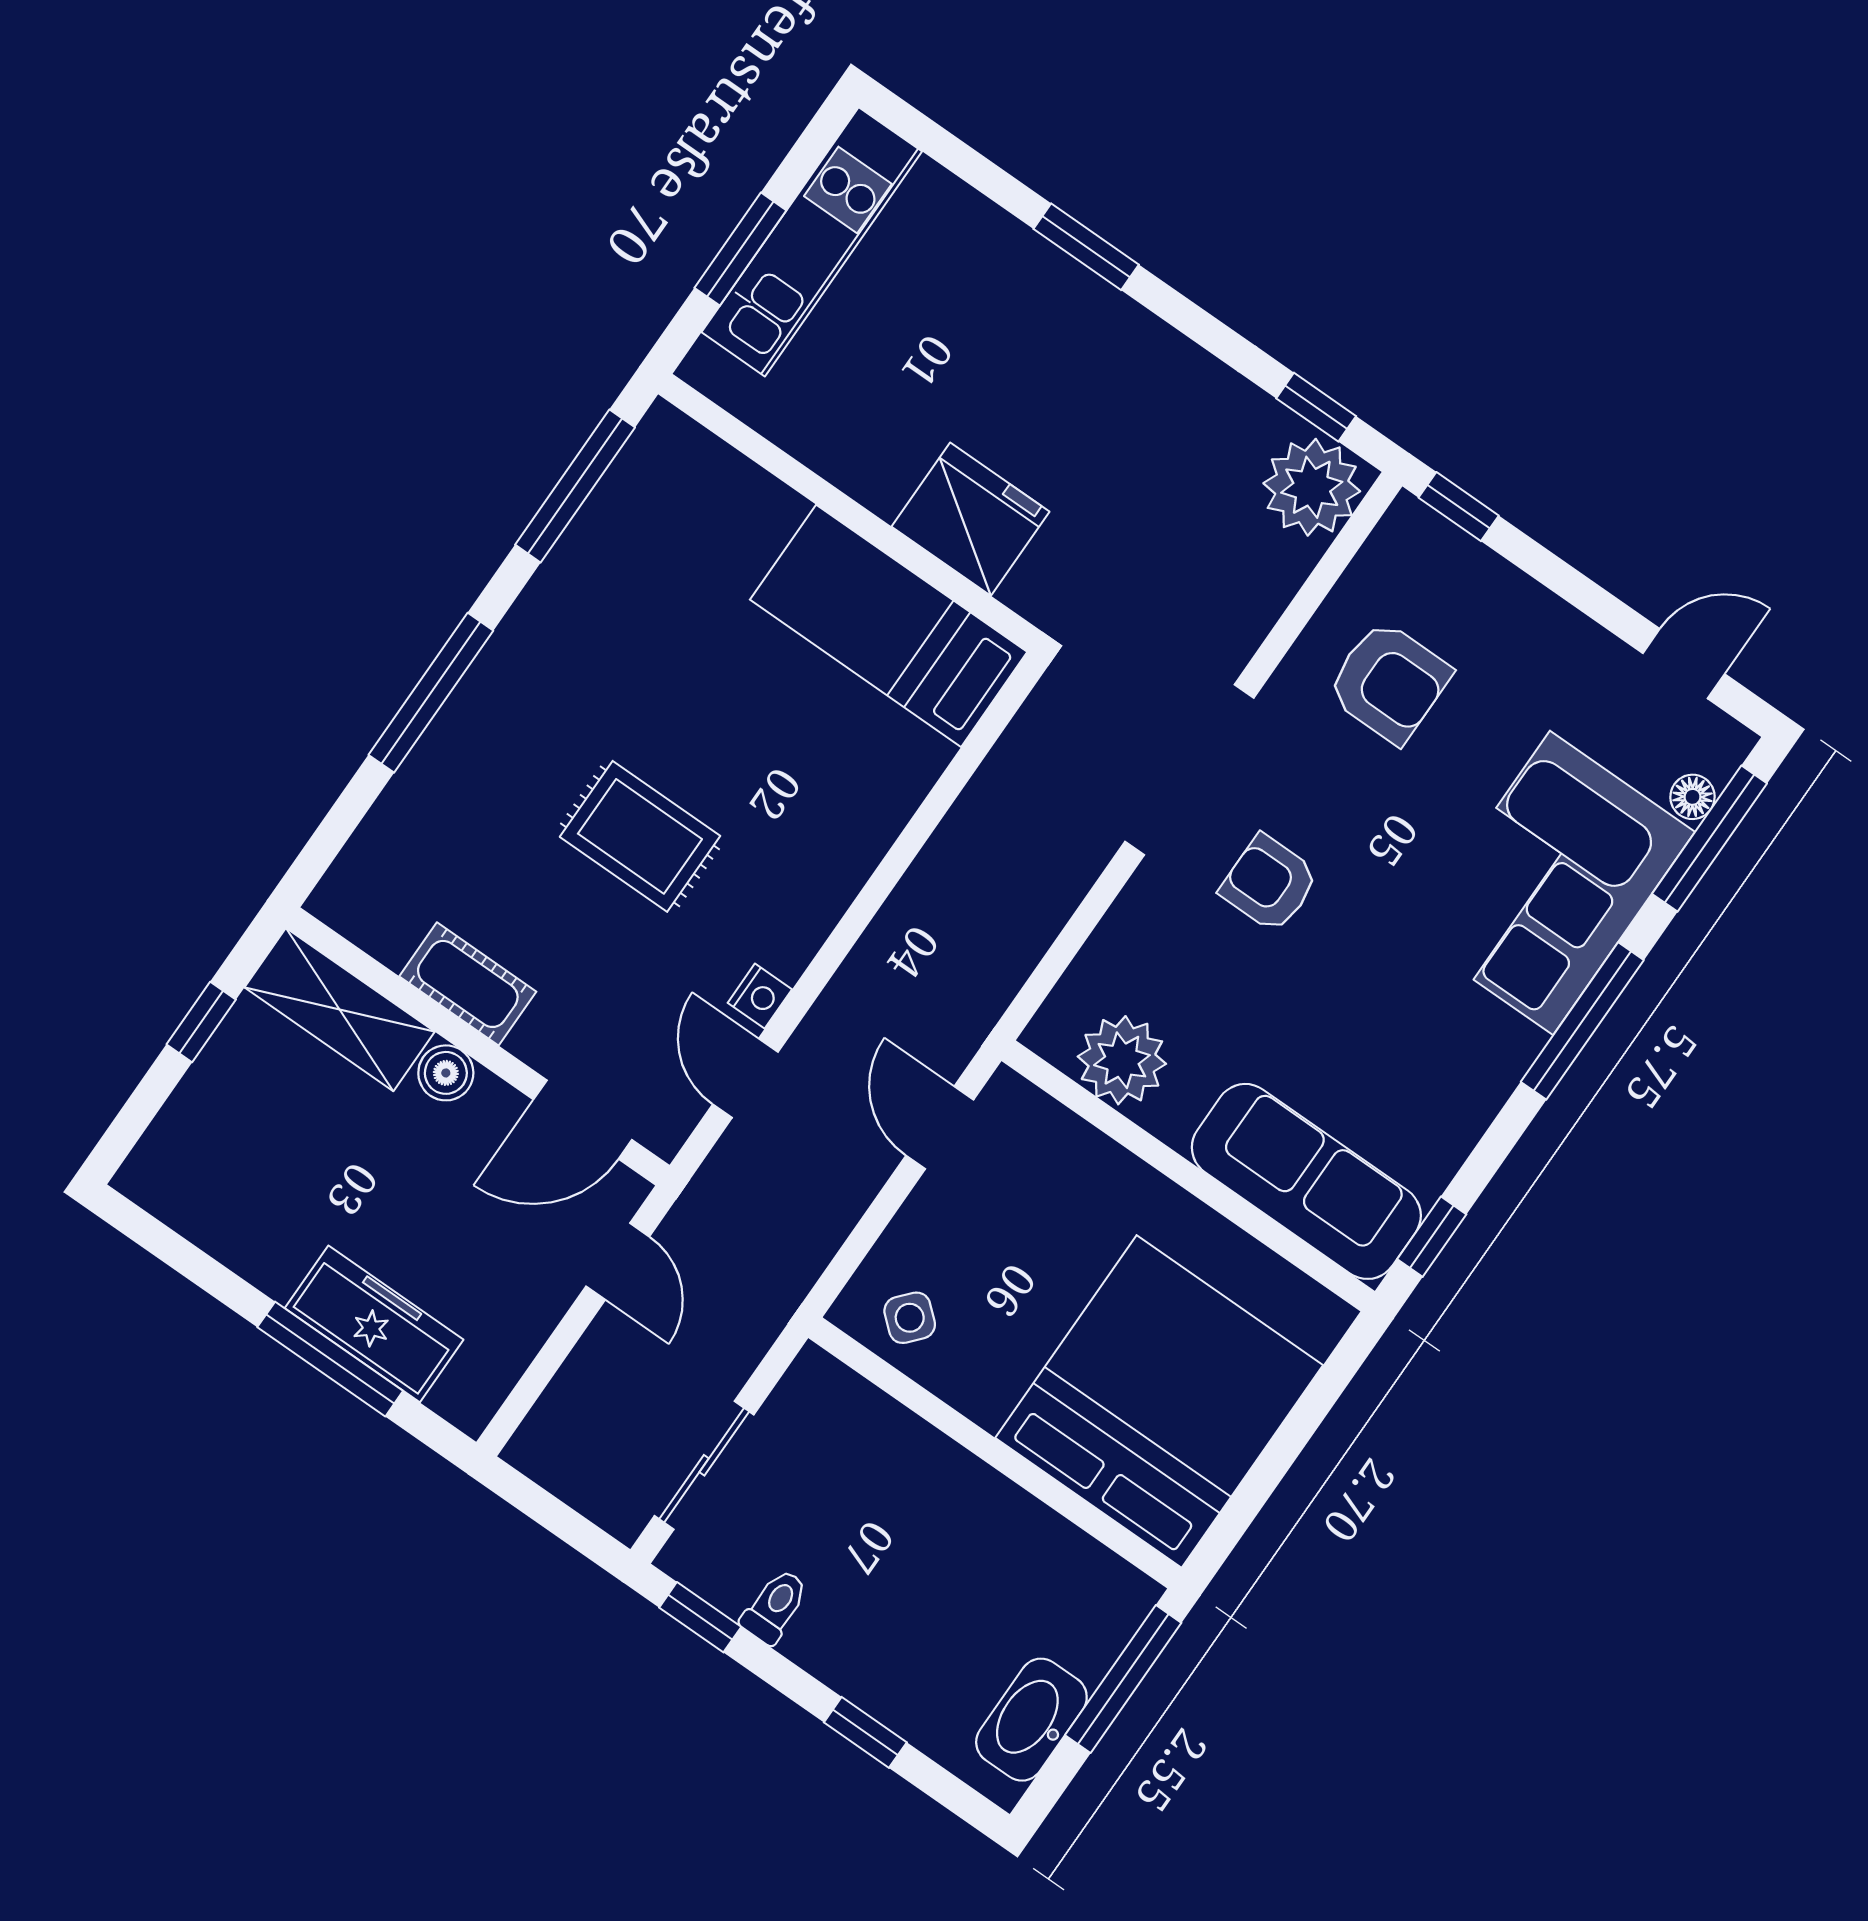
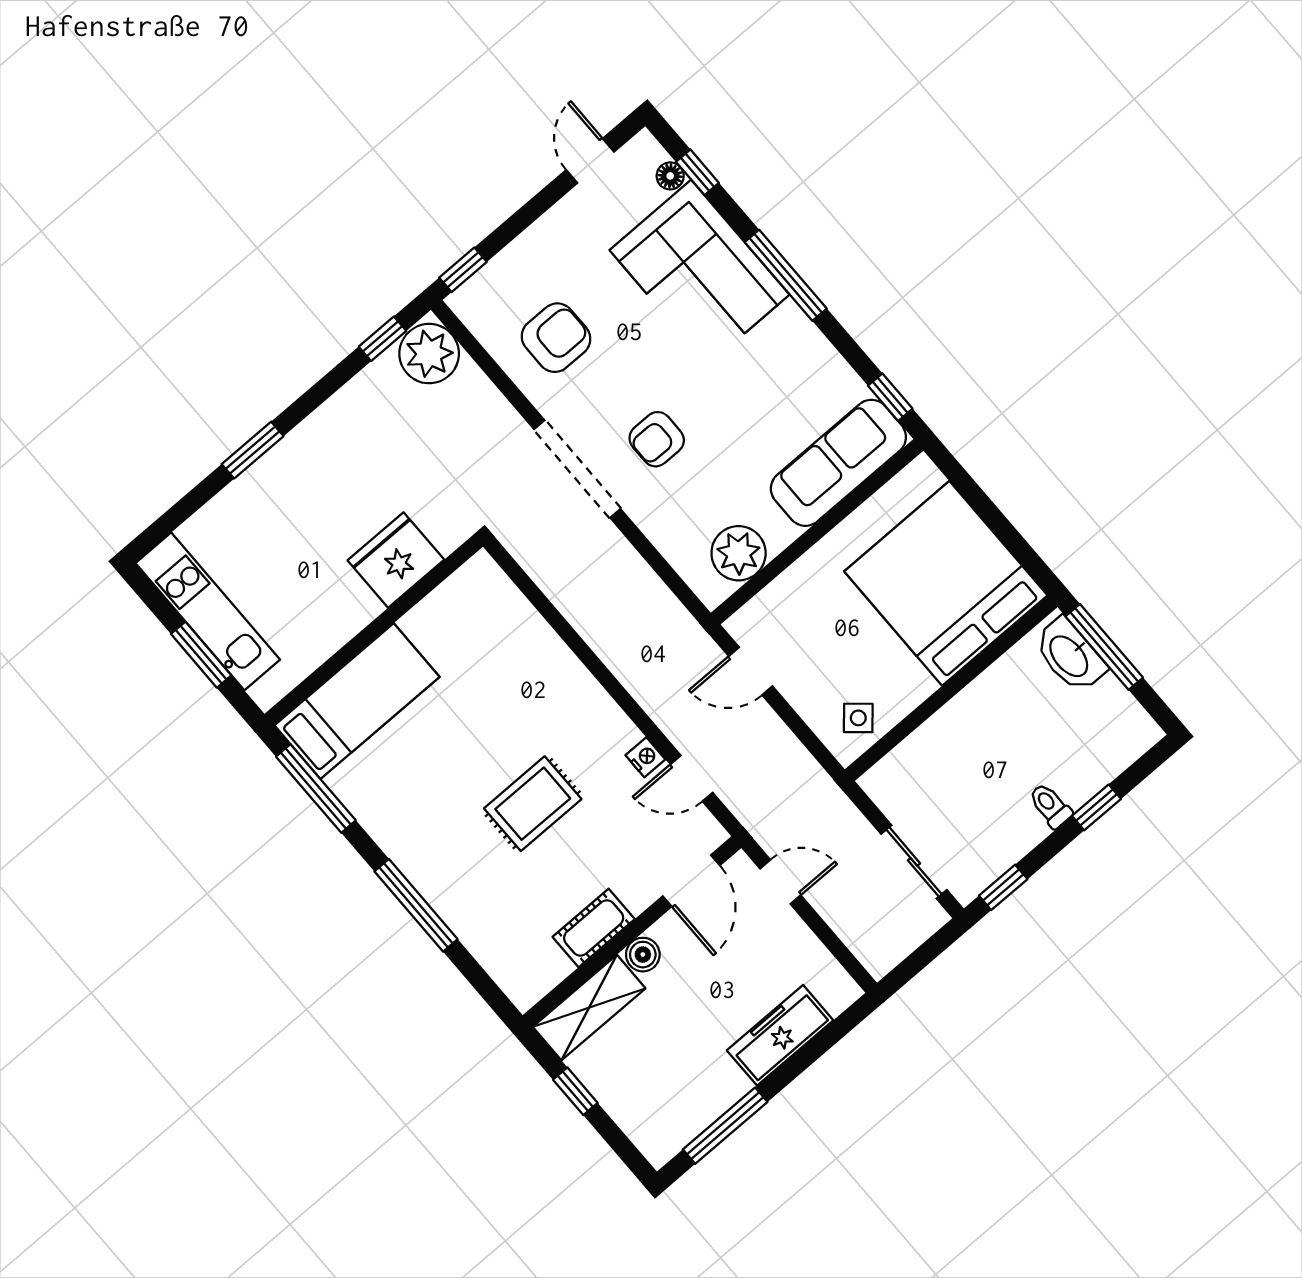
bed: (889, 626) -> (357, 701), moved, turned 180
window: (1709, 839) -> (697, 172), width x0.46
window: (330, 1359) -> (725, 1126), moved
toilet: (775, 1606) -> (1050, 806), moved
washbasin: (1031, 1720) -> (1070, 655), moved

